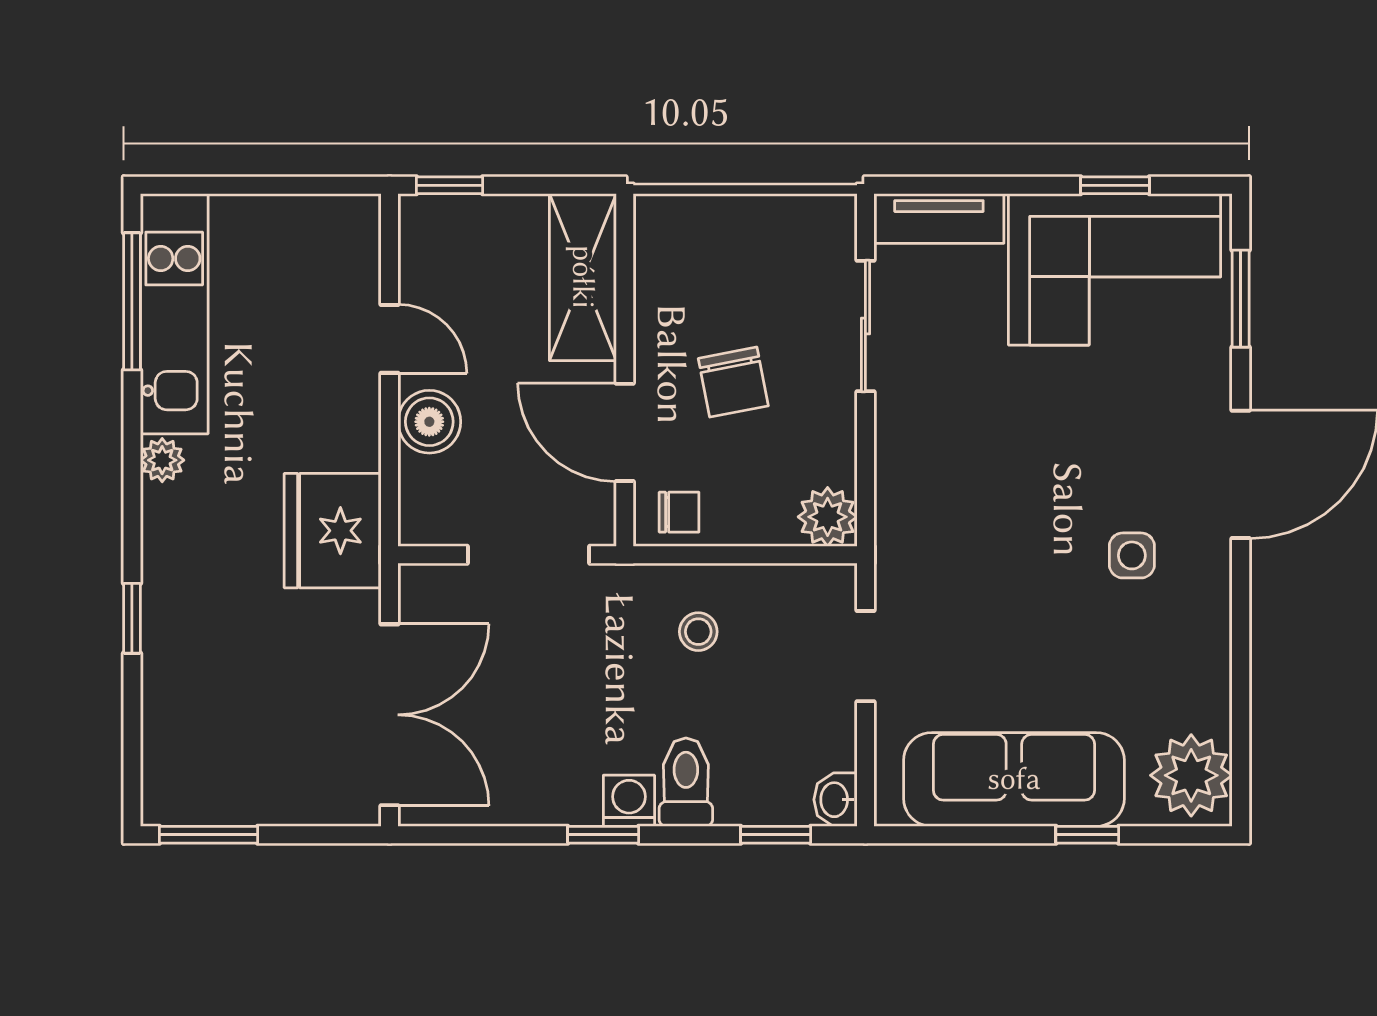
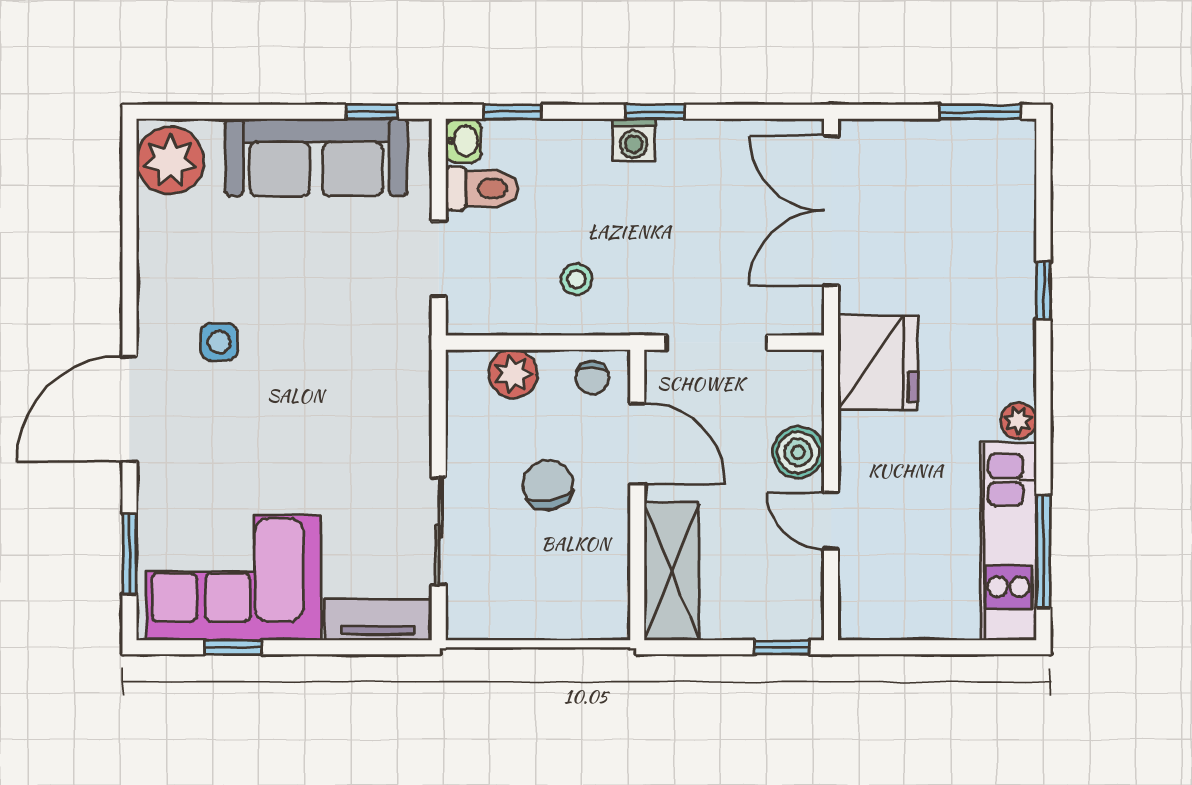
chair: (679, 512) -> (592, 378), turned -90
plant: (828, 517) -> (513, 374), moved
toilet: (686, 782) -> (482, 189), moved, turned -90
window: (1087, 835) -> (372, 112), moved

